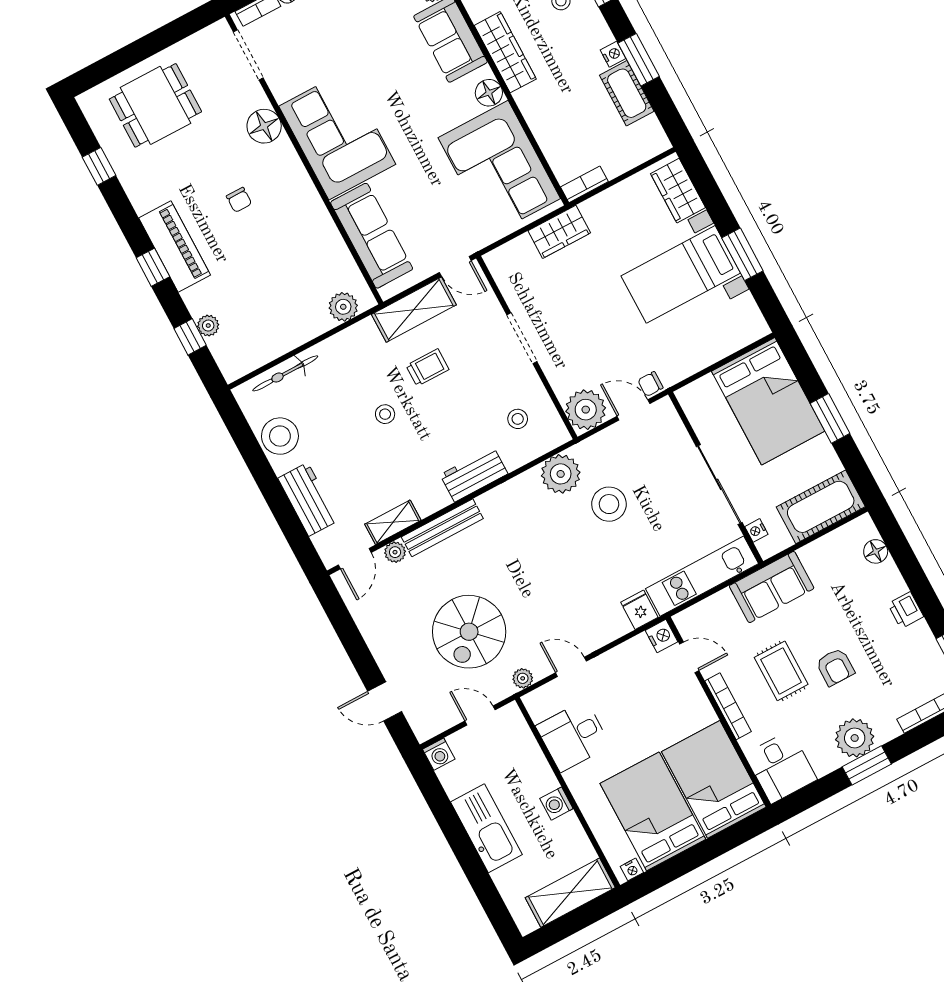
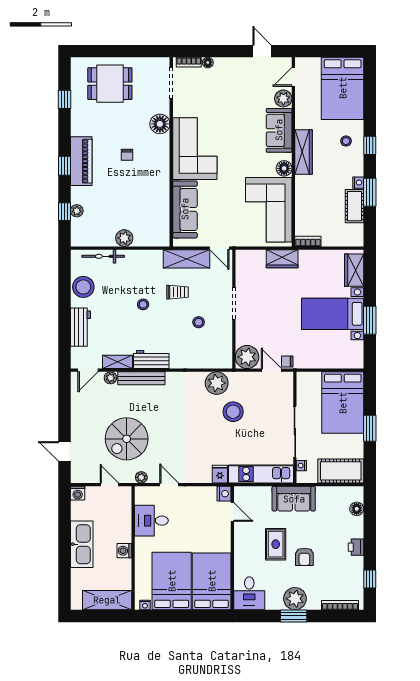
plant: (343, 307) -> (124, 238), moved
stool: (518, 419) -> (199, 322), moved
workbench: (474, 474) -> (151, 360), moved
bookcase: (728, 706) -> (239, 548), removed

